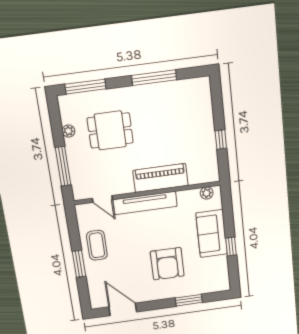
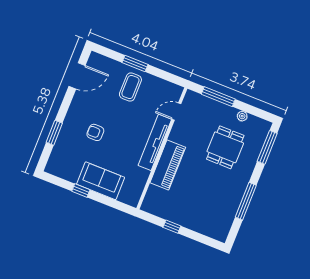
plant: (207, 193) -> (136, 194), removed
coffee table: (97, 245) -> (130, 87), moved, turned 90
armchair: (167, 264) -> (95, 132), width x0.53, depth x0.53

